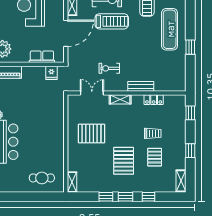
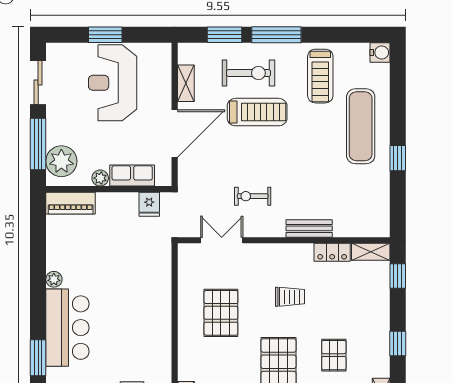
plant: (24, 58) -> (100, 178), added
shelving: (120, 99) -> (371, 252), moved
pallet: (92, 133) -> (221, 313), turned 90
trolley: (153, 133) -> (290, 297), moved

